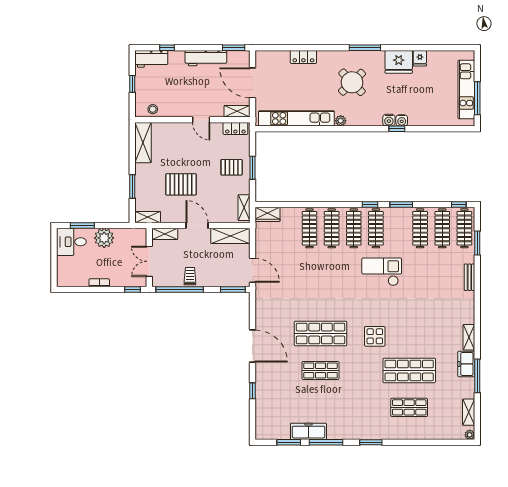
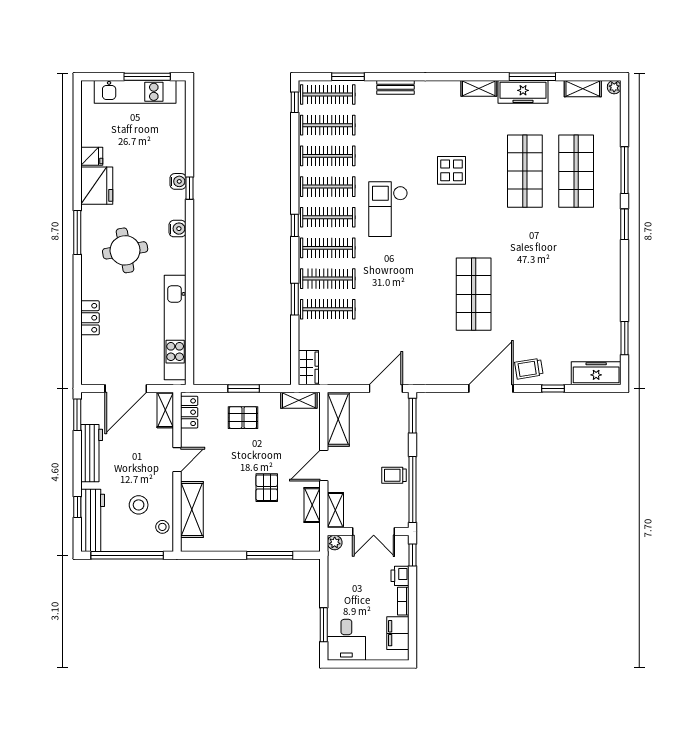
workbench: (151, 59) -> (93, 520), width x1.38
round table: (352, 82) -> (125, 250), turned 34
window: (132, 84) -> (127, 555), width x3.17
stool: (169, 92) -> (139, 505), added
water cooler: (389, 120) -> (178, 229), moved
plant: (341, 121) -> (178, 266), removed
shelving: (143, 143) -> (192, 510), moved, turned 90
pallet: (232, 167) -> (243, 418), turned 90
pallet: (181, 184) -> (267, 488), width x0.67, depth x0.71
window: (132, 187) -> (270, 555), width x1.44
window: (401, 205) -> (295, 299), moved
shelving: (148, 217) -> (312, 505), moved
clothes rail: (398, 228) -> (328, 187), added
plant: (104, 238) -> (335, 543), moved, width x0.53, depth x0.53
filing cabinet: (76, 279) -> (398, 633), added
printer: (117, 280) -> (400, 576), added
display table: (375, 336) -> (451, 170), moved
freezer: (466, 364) -> (523, 92), width x1.40
shop shelf: (321, 370) -> (525, 294), removed
trolley: (267, 373) -> (529, 369), added
shop shelf: (409, 407) -> (576, 171), width x1.43, depth x1.36
freezer: (308, 431) -> (596, 373), moved, turned 90
window: (326, 442) -> (625, 170), moved

